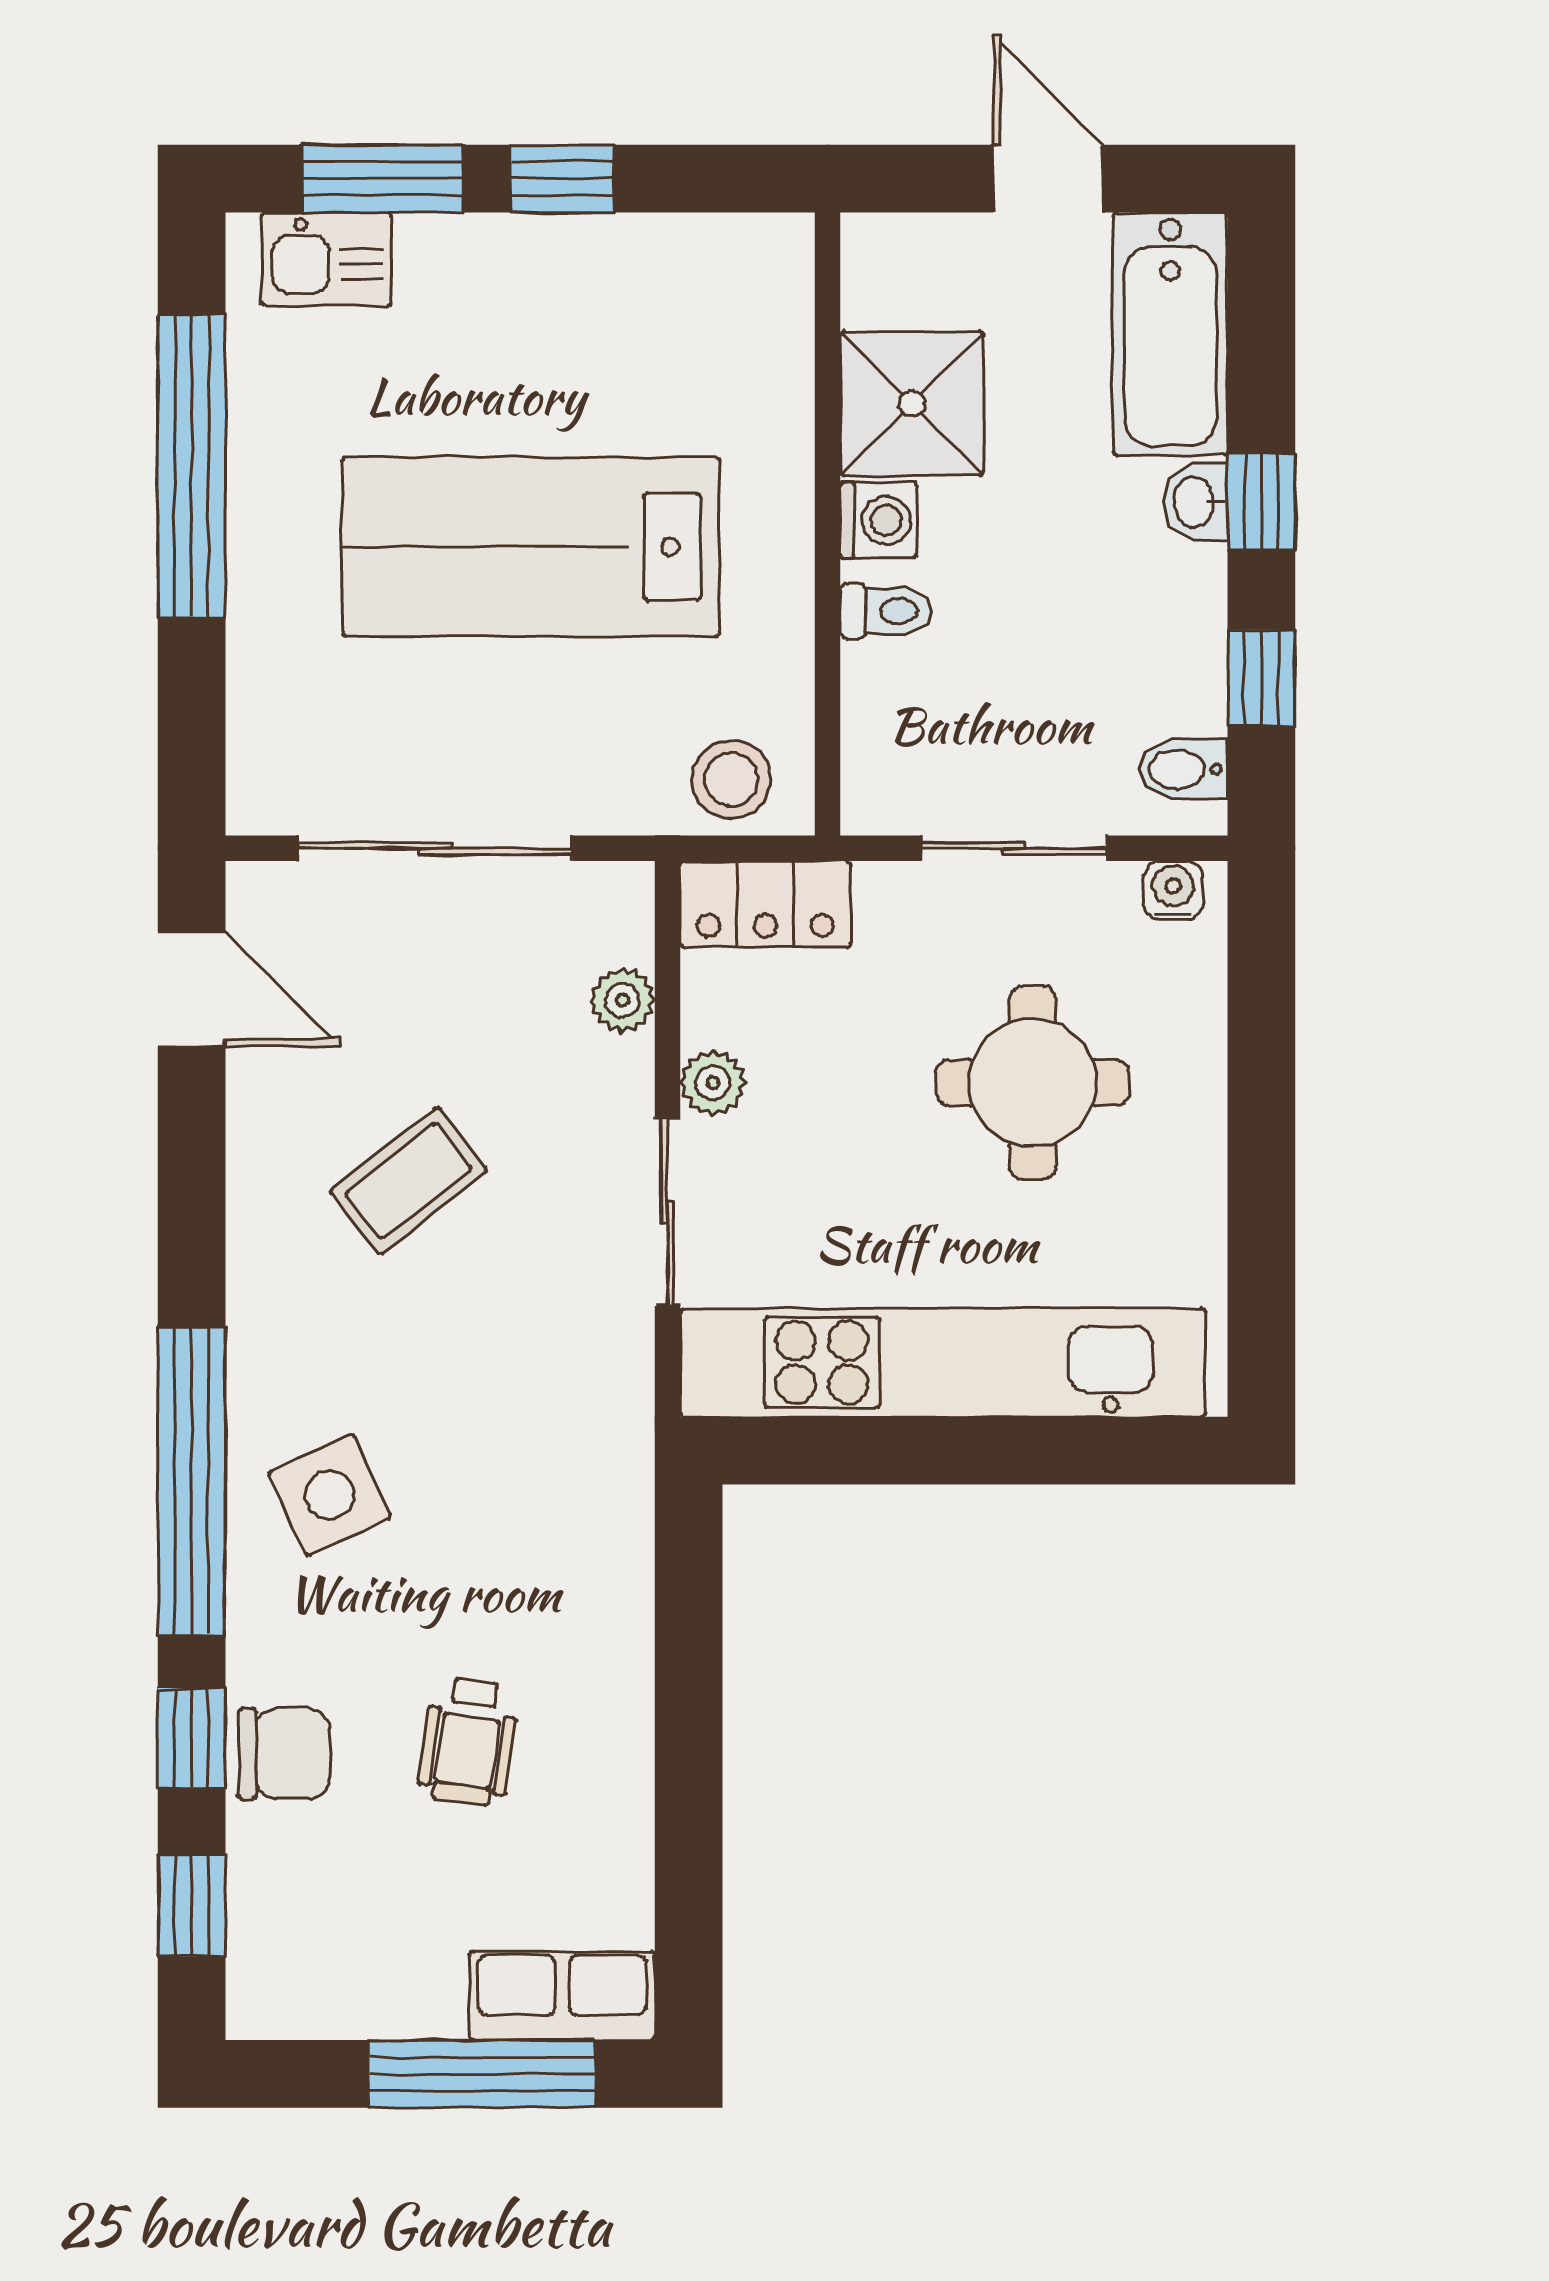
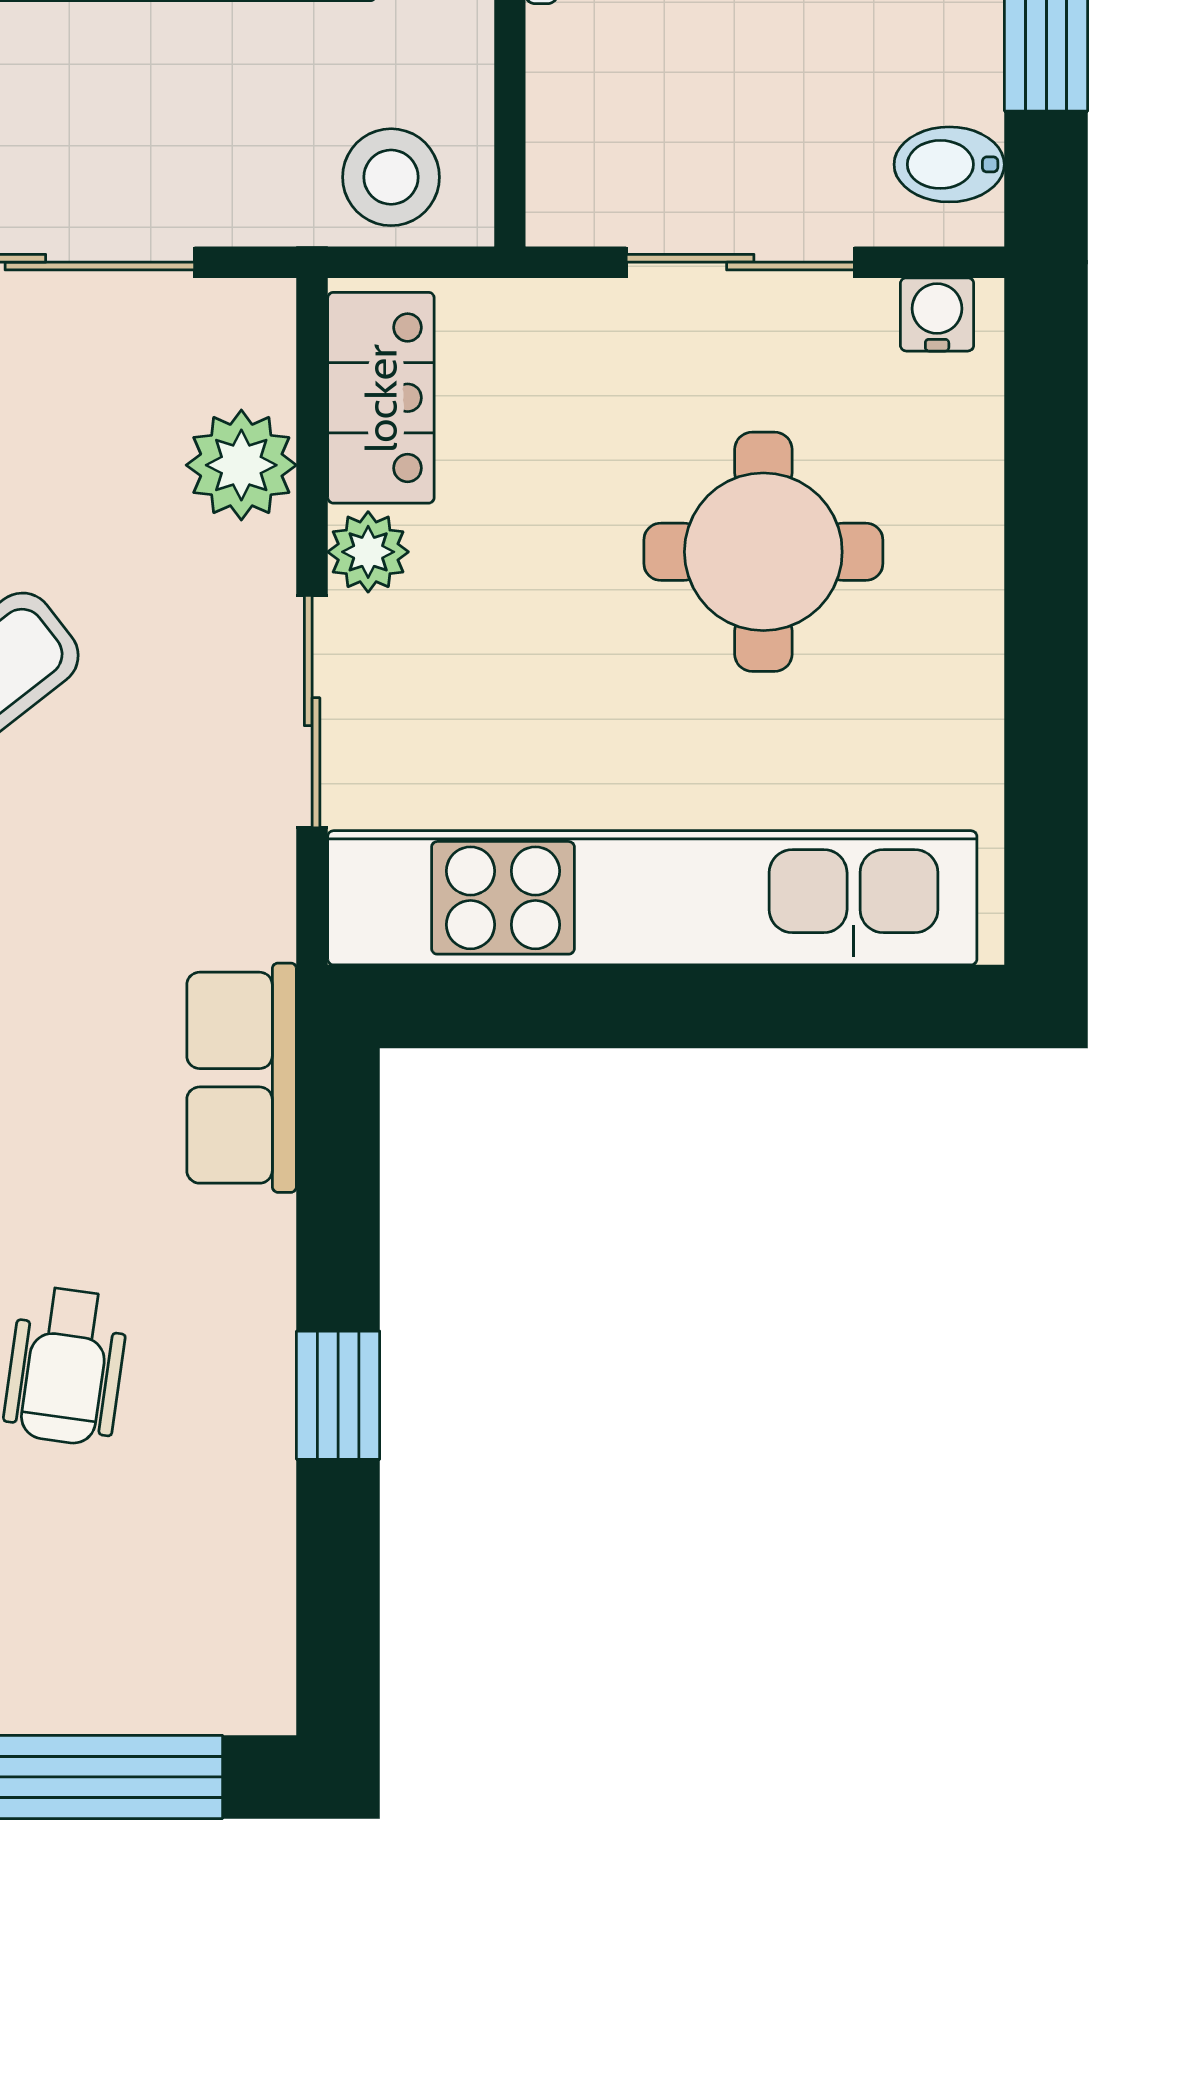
locker: (765, 904) -> (381, 398), moved, turned -90
plant: (622, 1000) -> (241, 465), width x1.38, depth x1.38
window: (689, 1765) -> (338, 1395), added
row of seats: (562, 1996) -> (242, 1078), moved, turned -90

